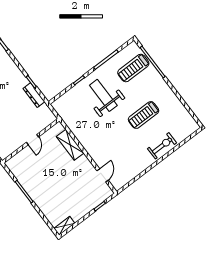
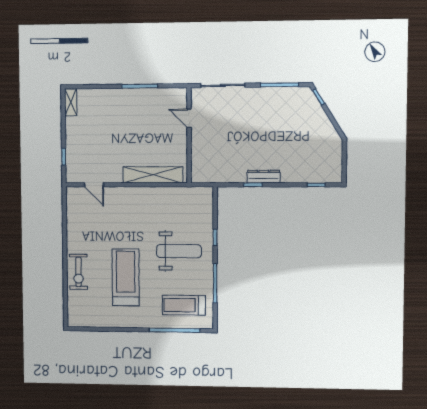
treadmill: (133, 68) -> (184, 305), turned -90
dresser: (34, 95) -> (264, 177), moved
treadmill: (144, 115) -> (126, 277), width x1.37, depth x1.38
door: (33, 140) -> (189, 118), moved
shelving: (70, 145) -> (153, 175), width x1.47

